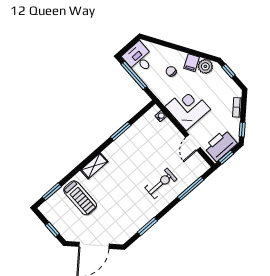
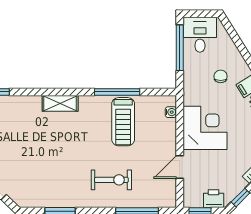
window: (121, 131) -> (117, 92), width x1.44
printer: (221, 145) -> (214, 199), width x0.53, depth x0.68
treadmill: (80, 198) -> (123, 122), moved

